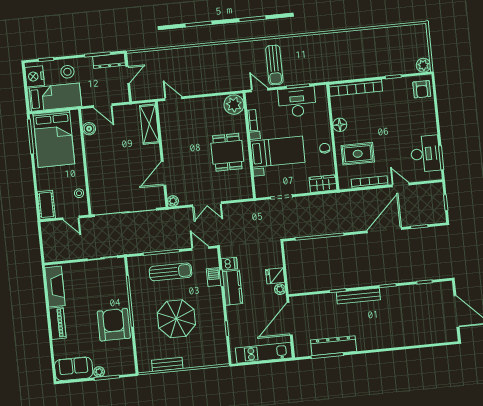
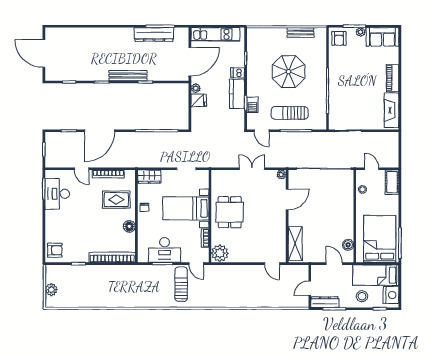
plant: (423, 65) -> (51, 290), moved
armchair: (422, 89) -> (55, 250), turned 90
dishwasher: (229, 264) -> (238, 73), moved
armchair: (114, 325) -> (339, 38), moved, width x0.53, depth x0.53

